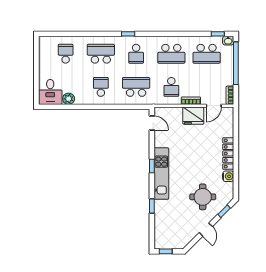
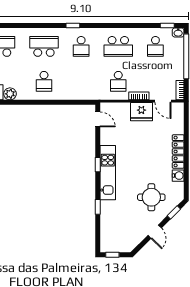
school desk: (207, 54) -> (155, 46), width x0.54
school desk: (101, 87) -> (44, 81), turned 180
school desk: (136, 87) -> (81, 81), removed
door: (214, 106) -> (163, 101), hinge flipped

